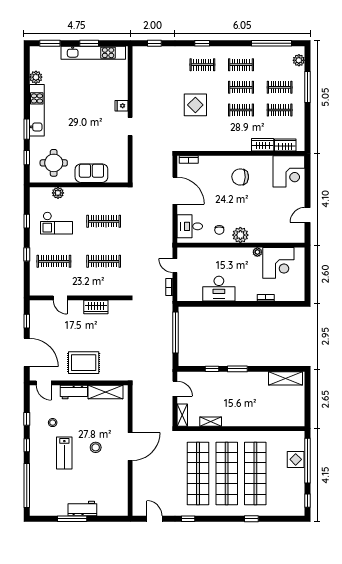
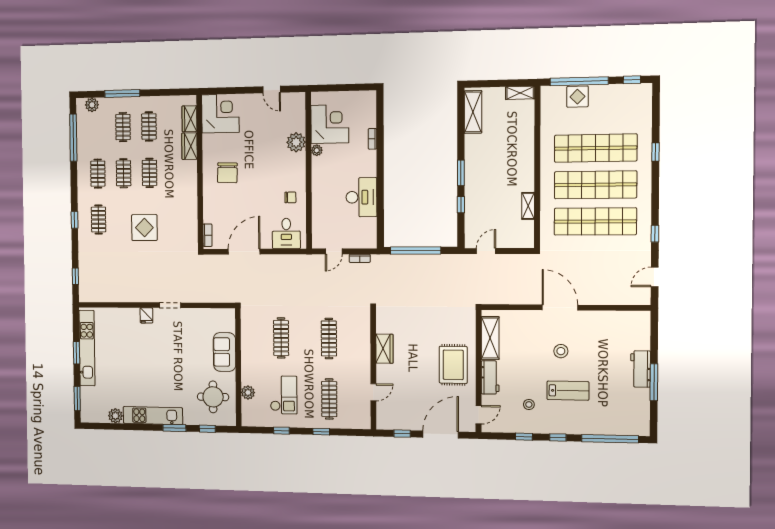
plant: (240, 235) -> (296, 142), moved
shelving: (182, 415) -> (520, 93), moved

